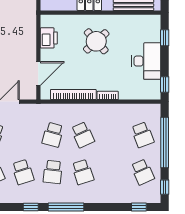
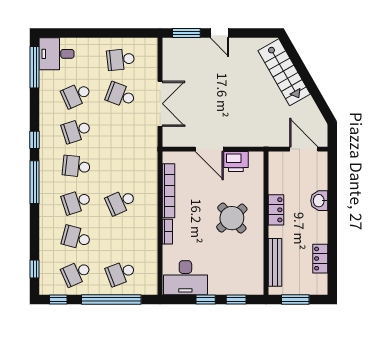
desk: (146, 61) -> (185, 278), moved
door: (38, 73) -> (209, 149), moved
window: (165, 84) -> (206, 300), moved
school desk: (53, 135) -> (76, 238), moved

